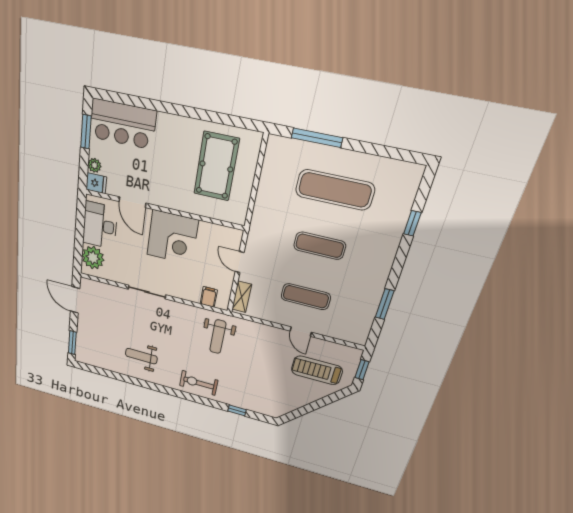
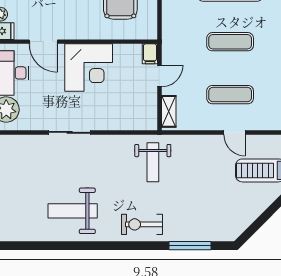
door: (240, 262) -> (160, 76), swing flipped
filing cabinet: (209, 297) -> (150, 54), moved, turned 180
weight bench: (141, 356) -> (73, 211), width x1.36, depth x1.33
window: (237, 410) -> (190, 246), width x2.17

